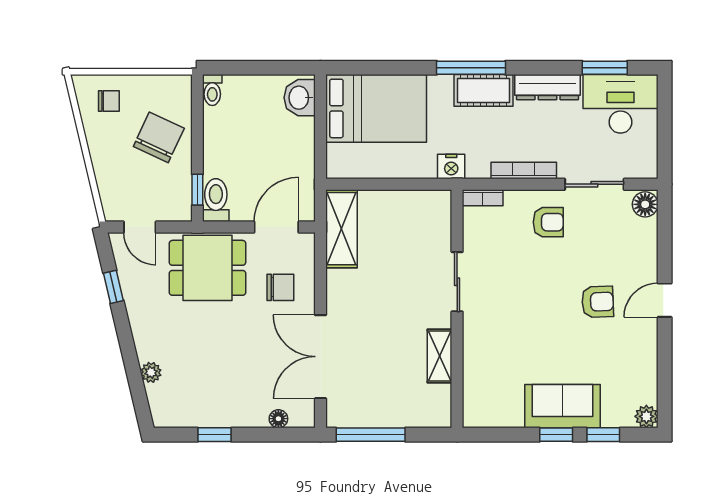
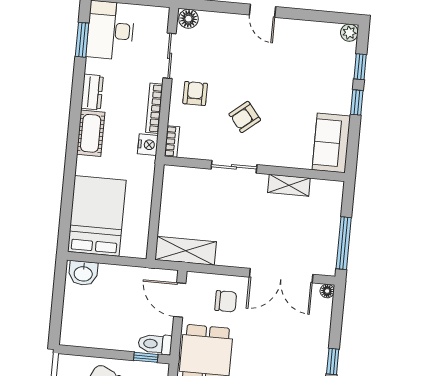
window: (471, 68) -> (73, 141), removed
dresser: (547, 87) -> (92, 92), width x0.70
toilet: (212, 90) -> (71, 339), removed
nightstand: (451, 167) -> (148, 145), moved
chair: (280, 287) -> (226, 301), turned 90
armchair: (598, 302) -> (245, 117), moved, turned -127
sofa: (562, 406) -> (331, 143), moved
floor lamp: (278, 419) -> (327, 291), moved

